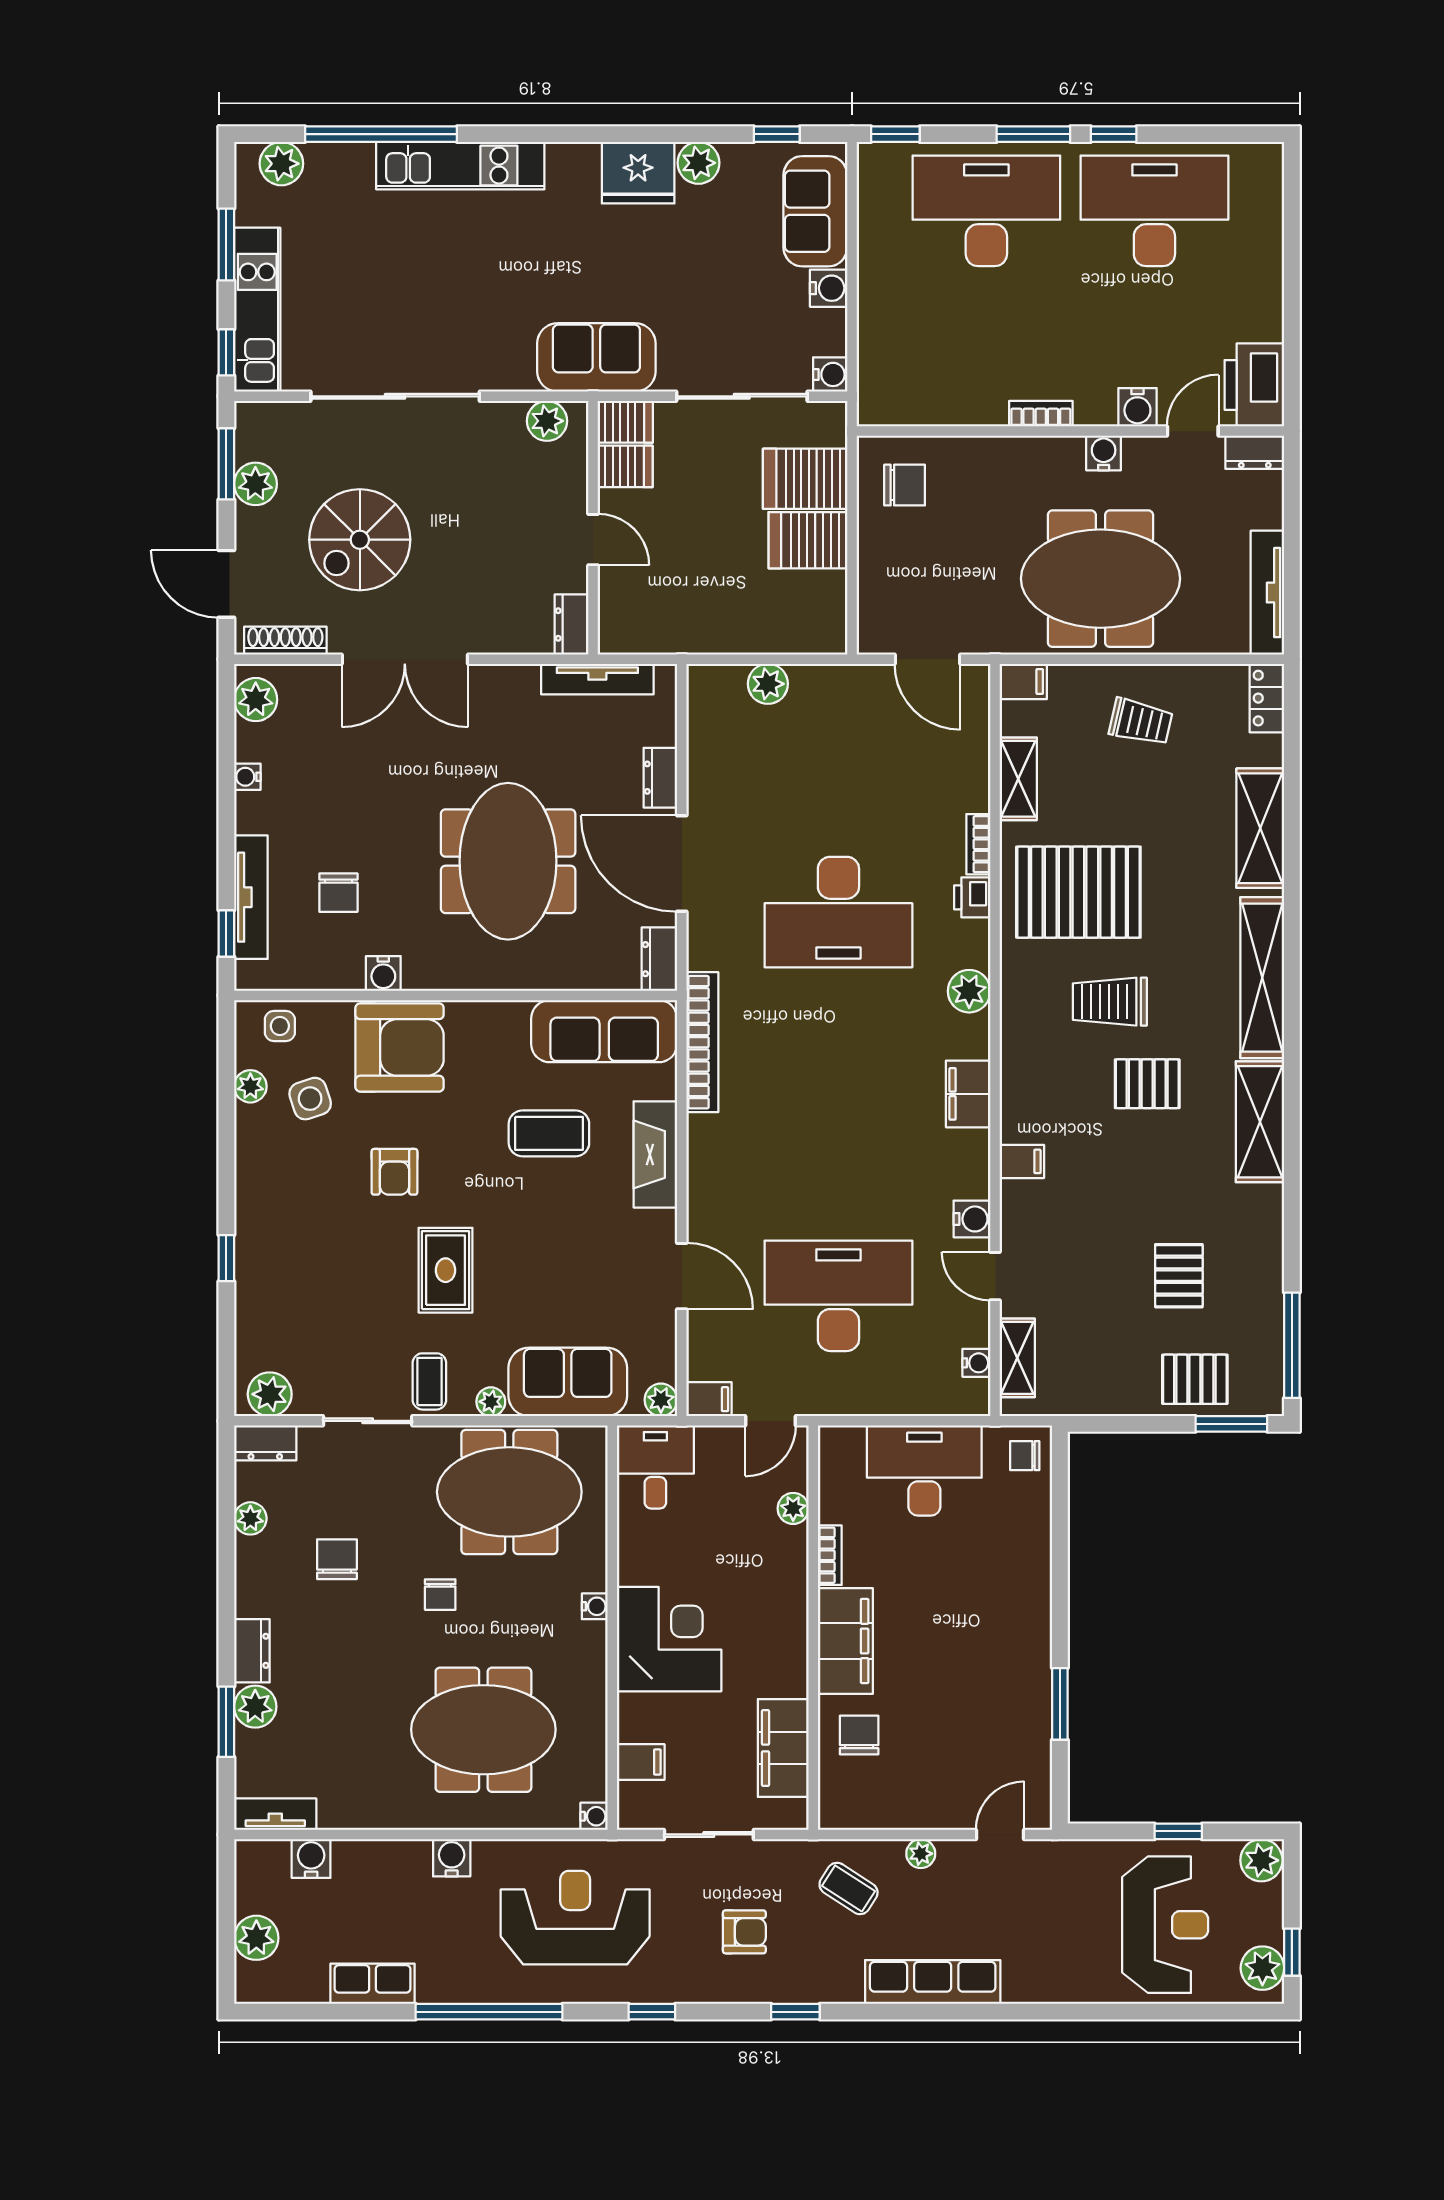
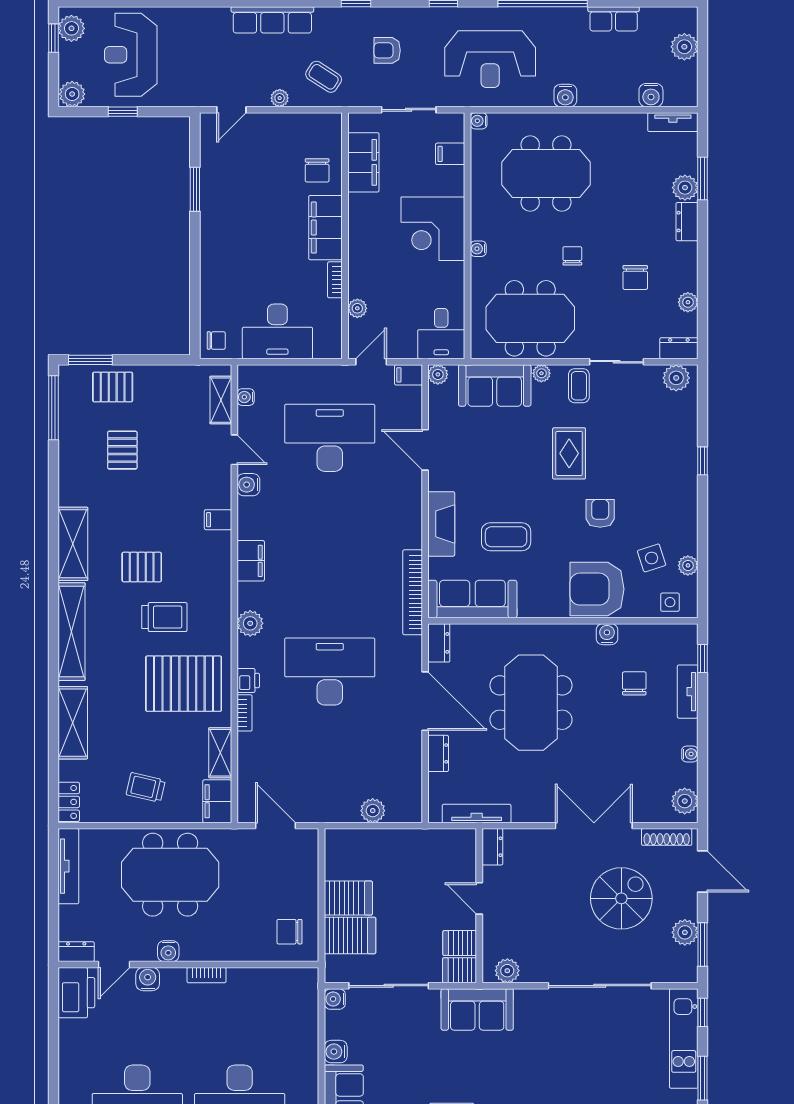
filing cabinet: (1023, 681) -> (217, 801), width x2.00
tv unit: (251, 897) -> (688, 692), width x0.71
desk: (838, 1296) -> (330, 438), turned 180

